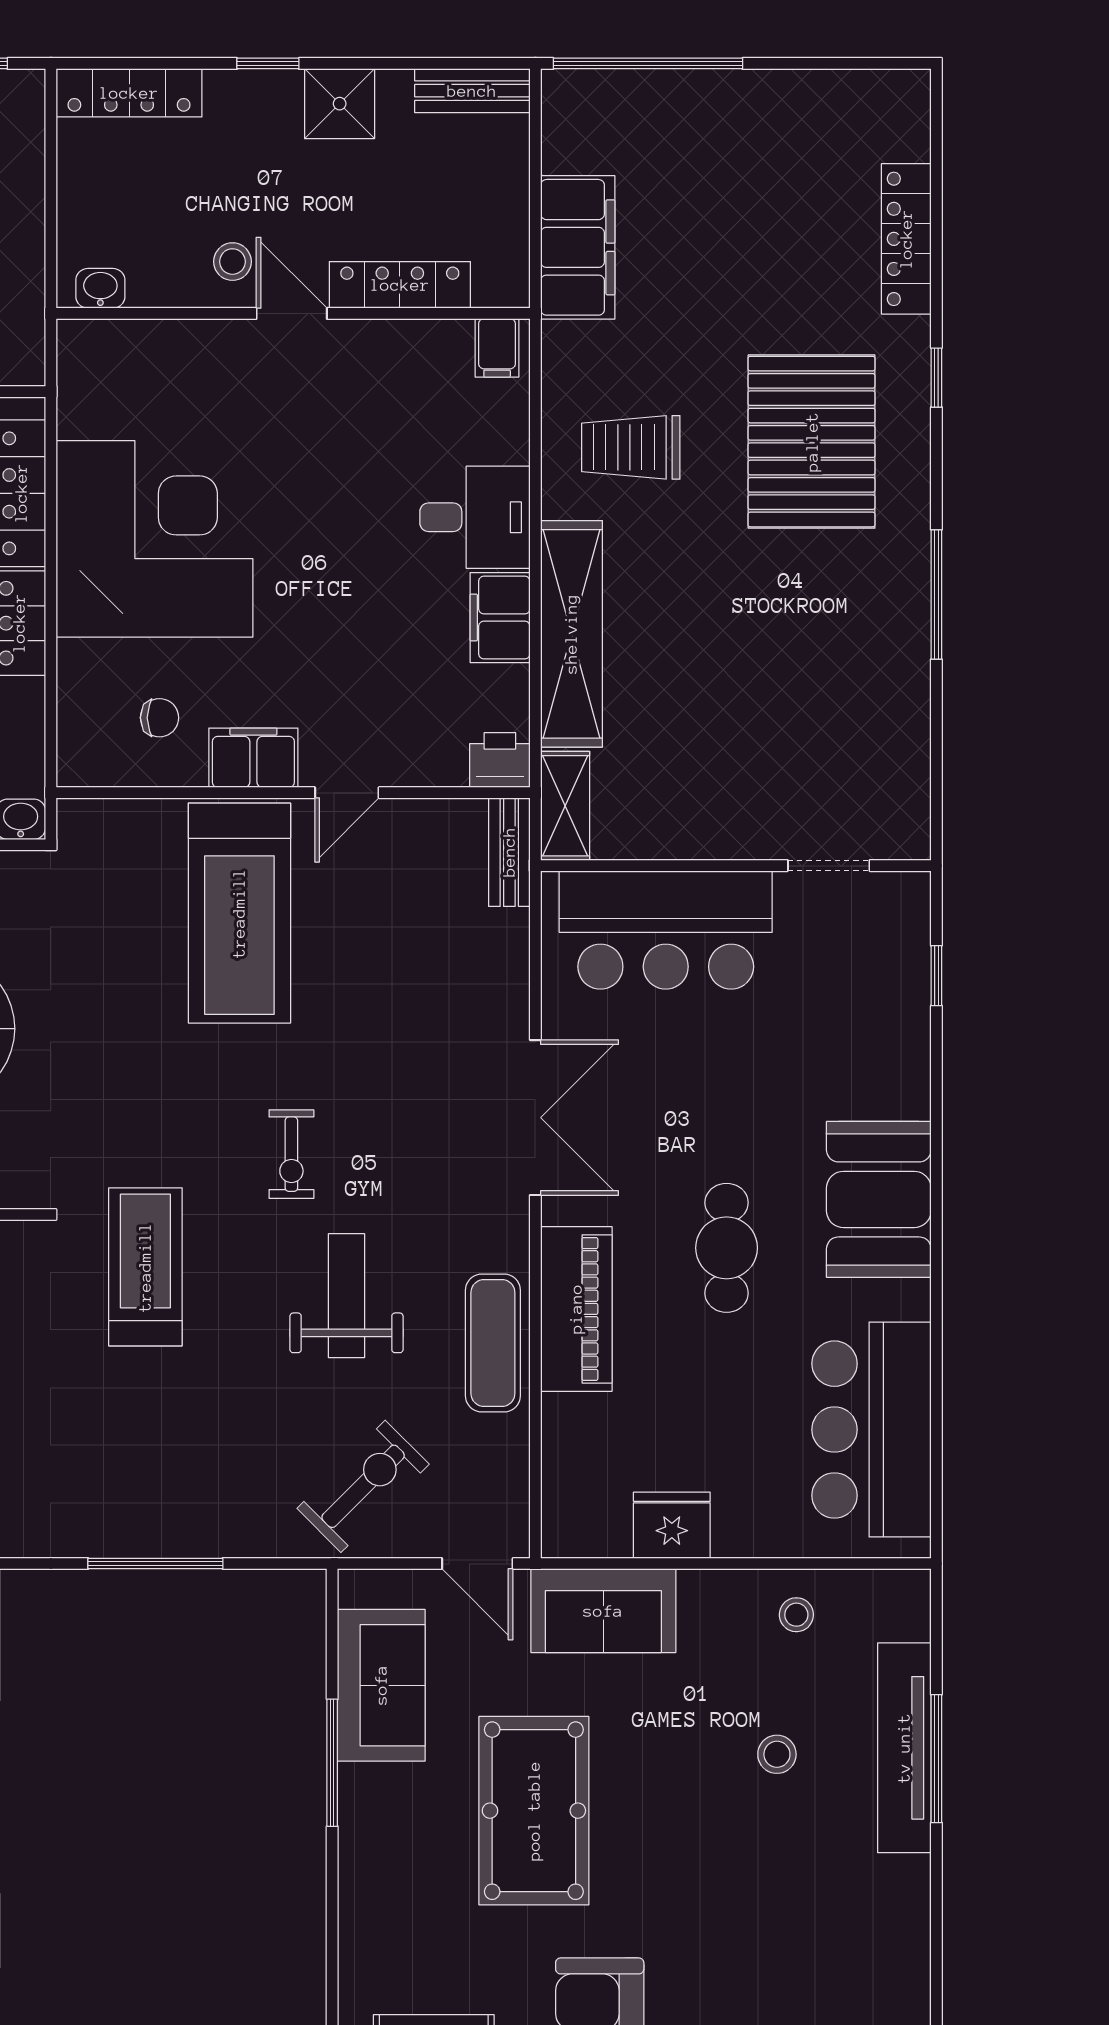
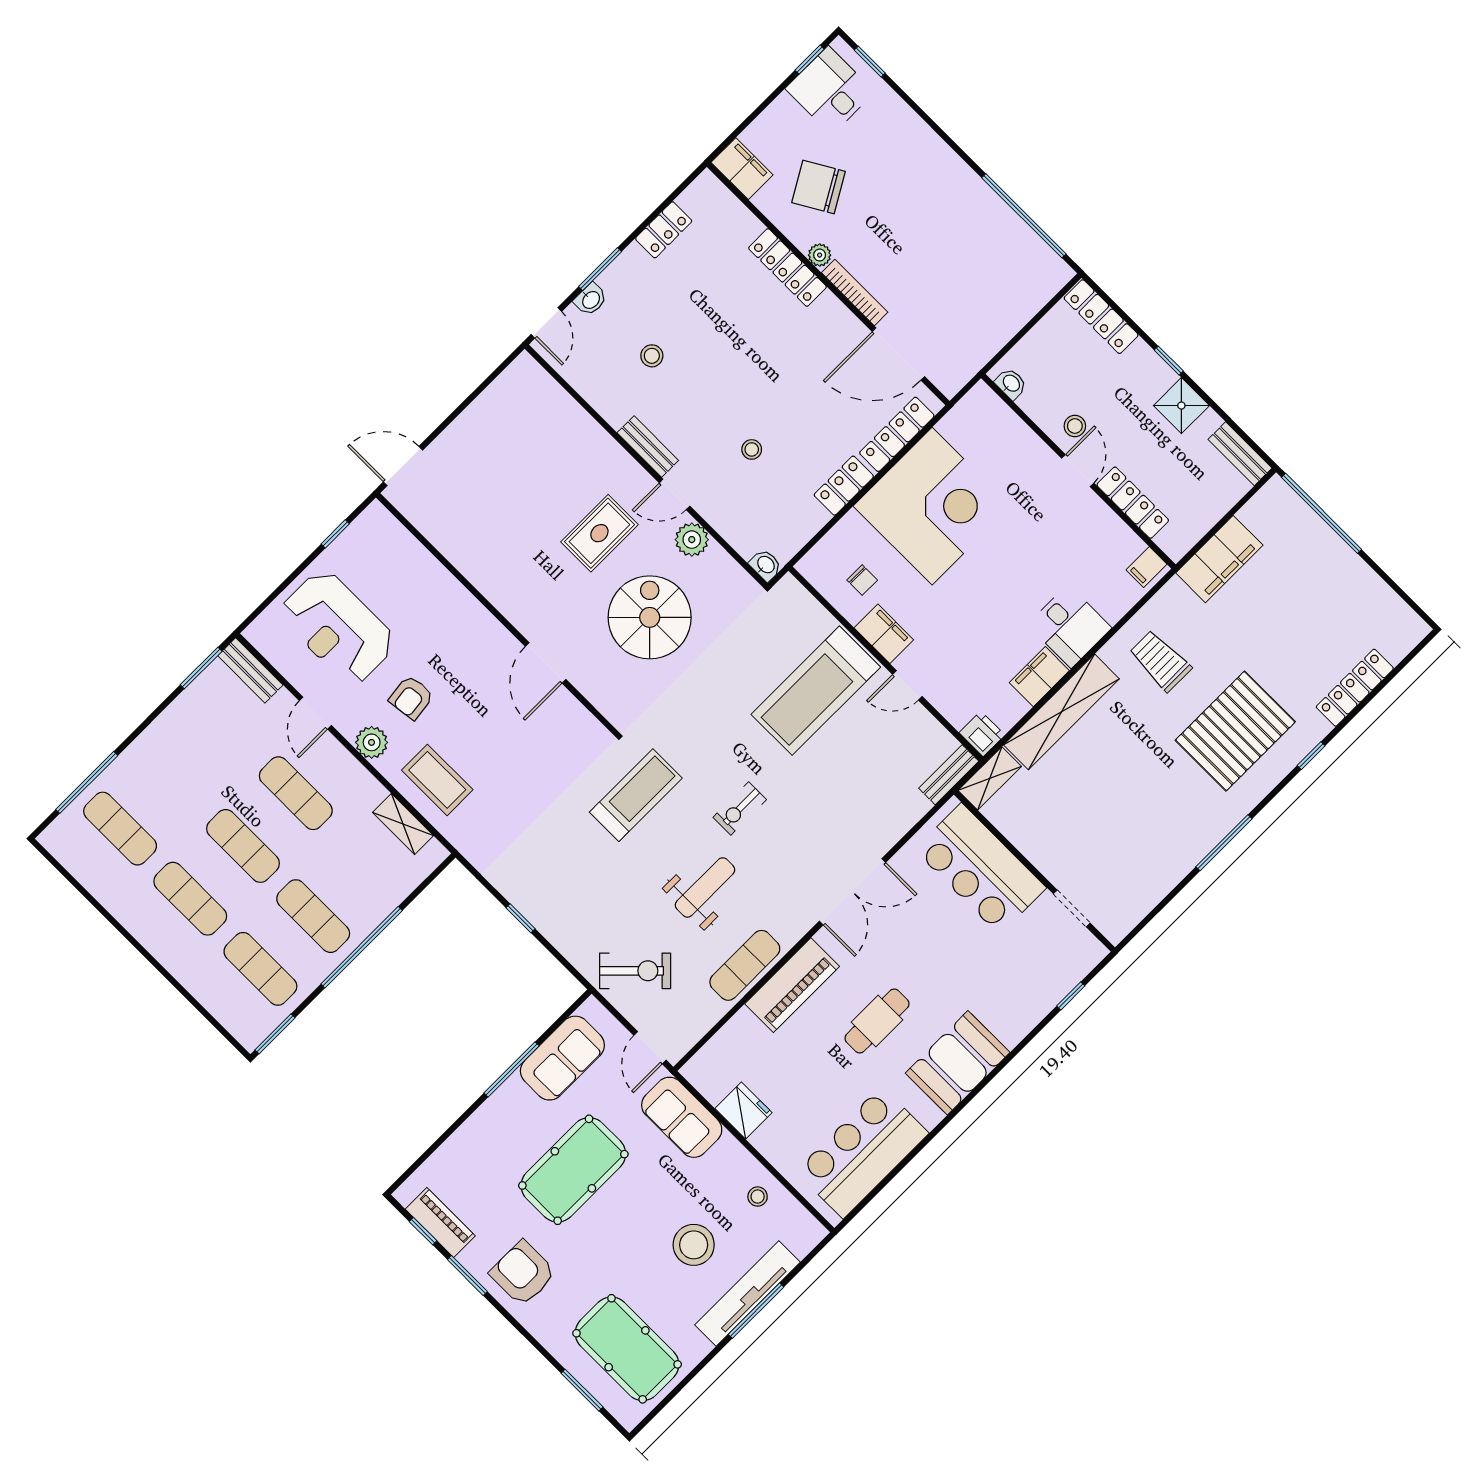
window: (155, 1564) -> (521, 918), width x0.46
stool: (777, 1754) -> (694, 1245), width x1.89, depth x1.89
pool table: (823, 1967) -> (627, 1349), added

